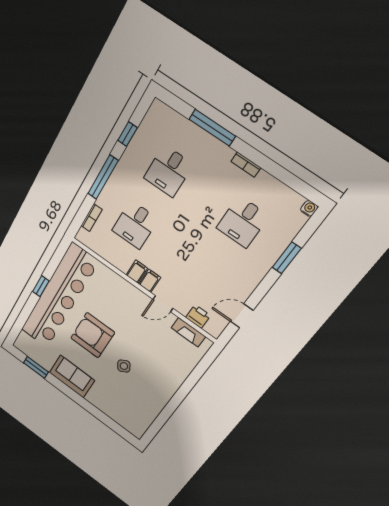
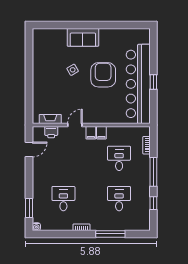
window: (287, 258) -> (29, 208), moved
armchair: (93, 335) -> (103, 75), turned -90
window: (36, 367) -> (126, 25), removed
sofa: (72, 377) -> (83, 37), moved

